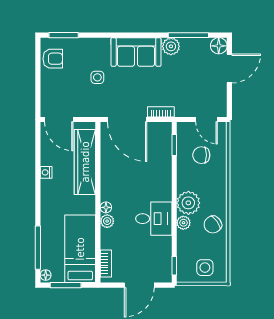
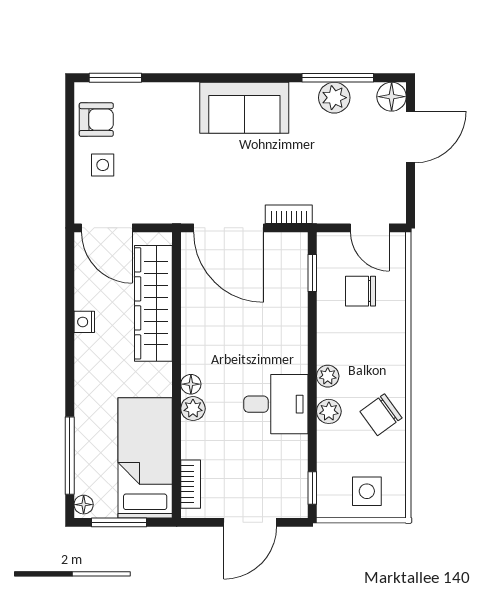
plant: (171, 46) -> (334, 98), moved
side table: (97, 77) -> (103, 165), moved
plant: (188, 203) -> (328, 376), width x0.53, depth x0.53

